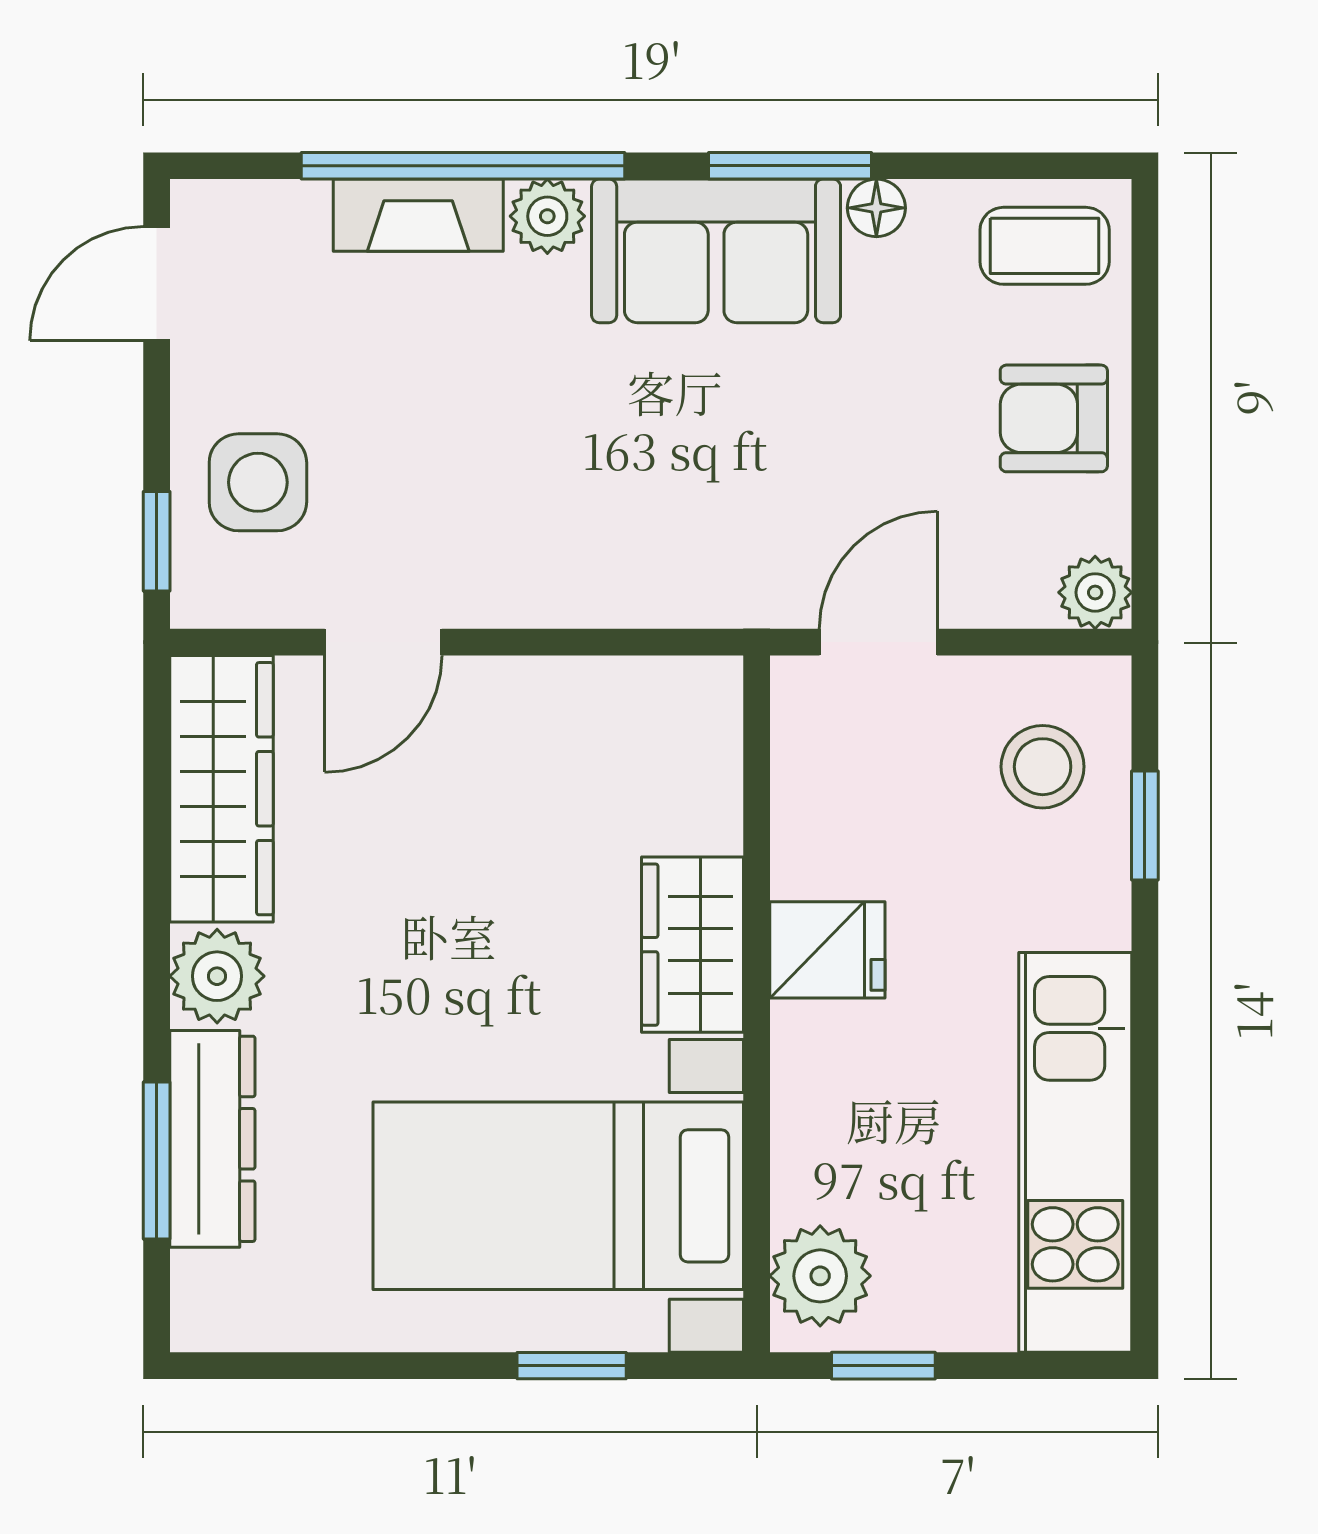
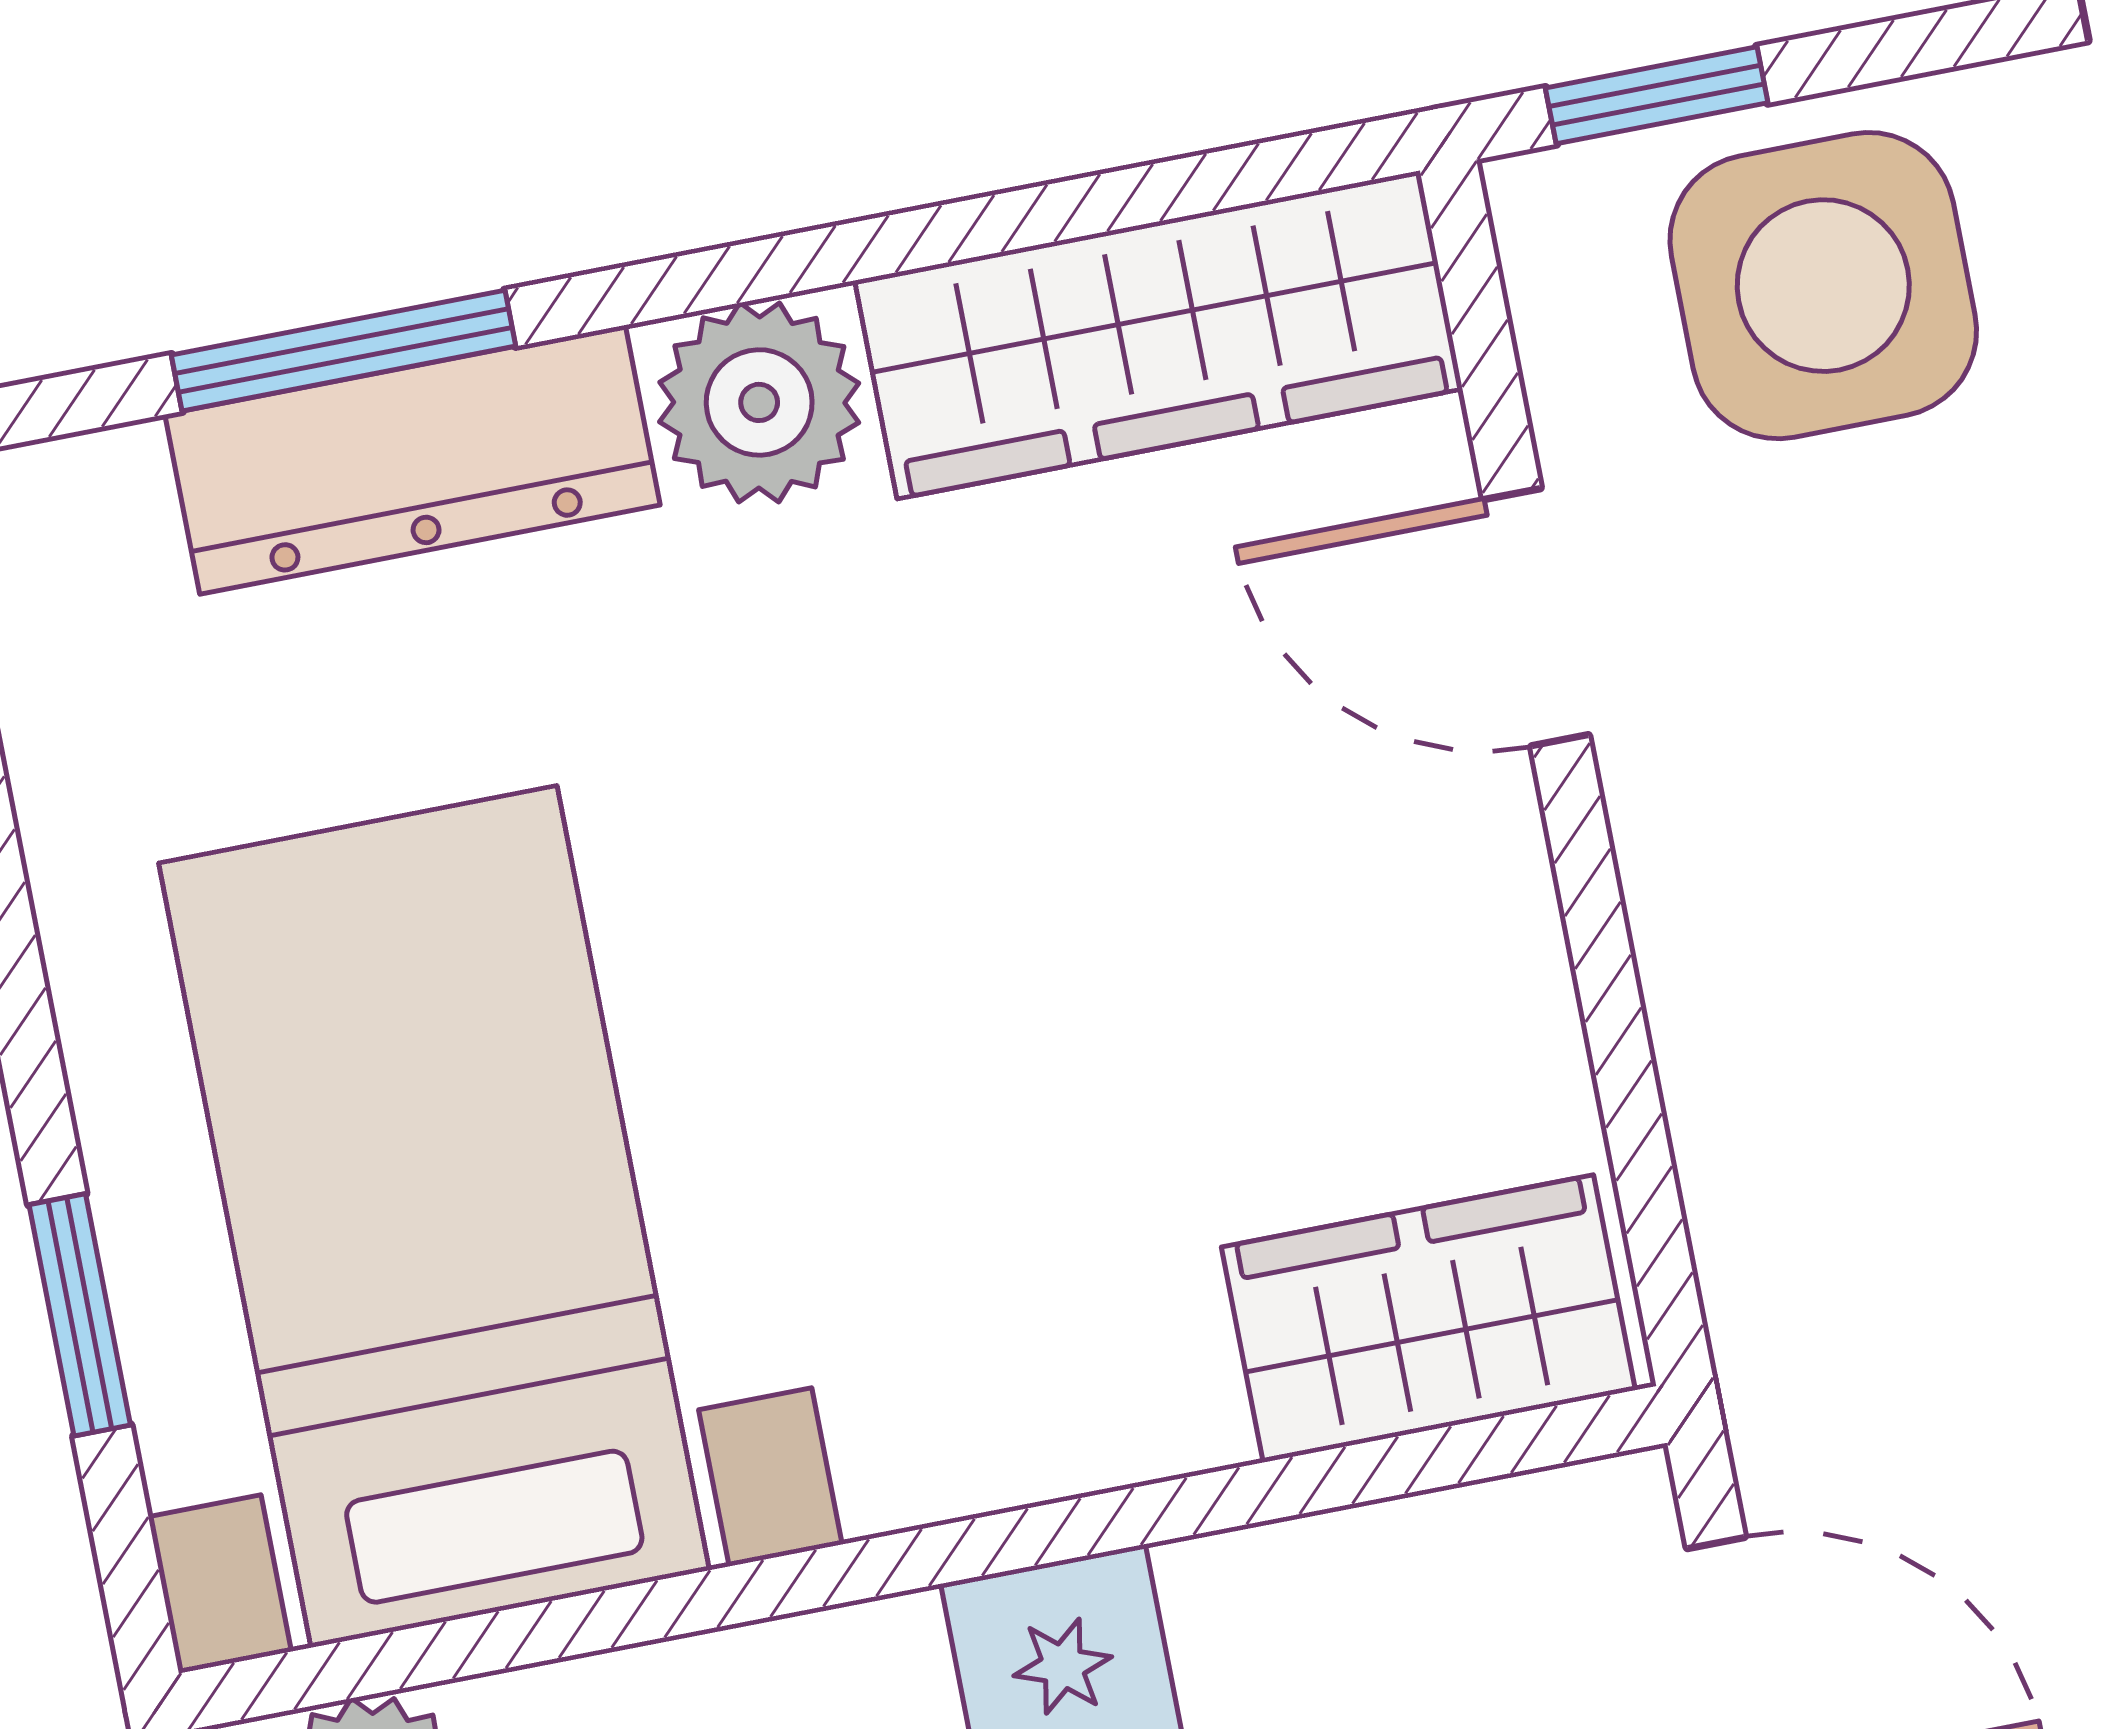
side table: (258, 482) -> (1823, 286), width x1.37, depth x1.37
wardrobe: (692, 945) -> (1428, 1319), moved

